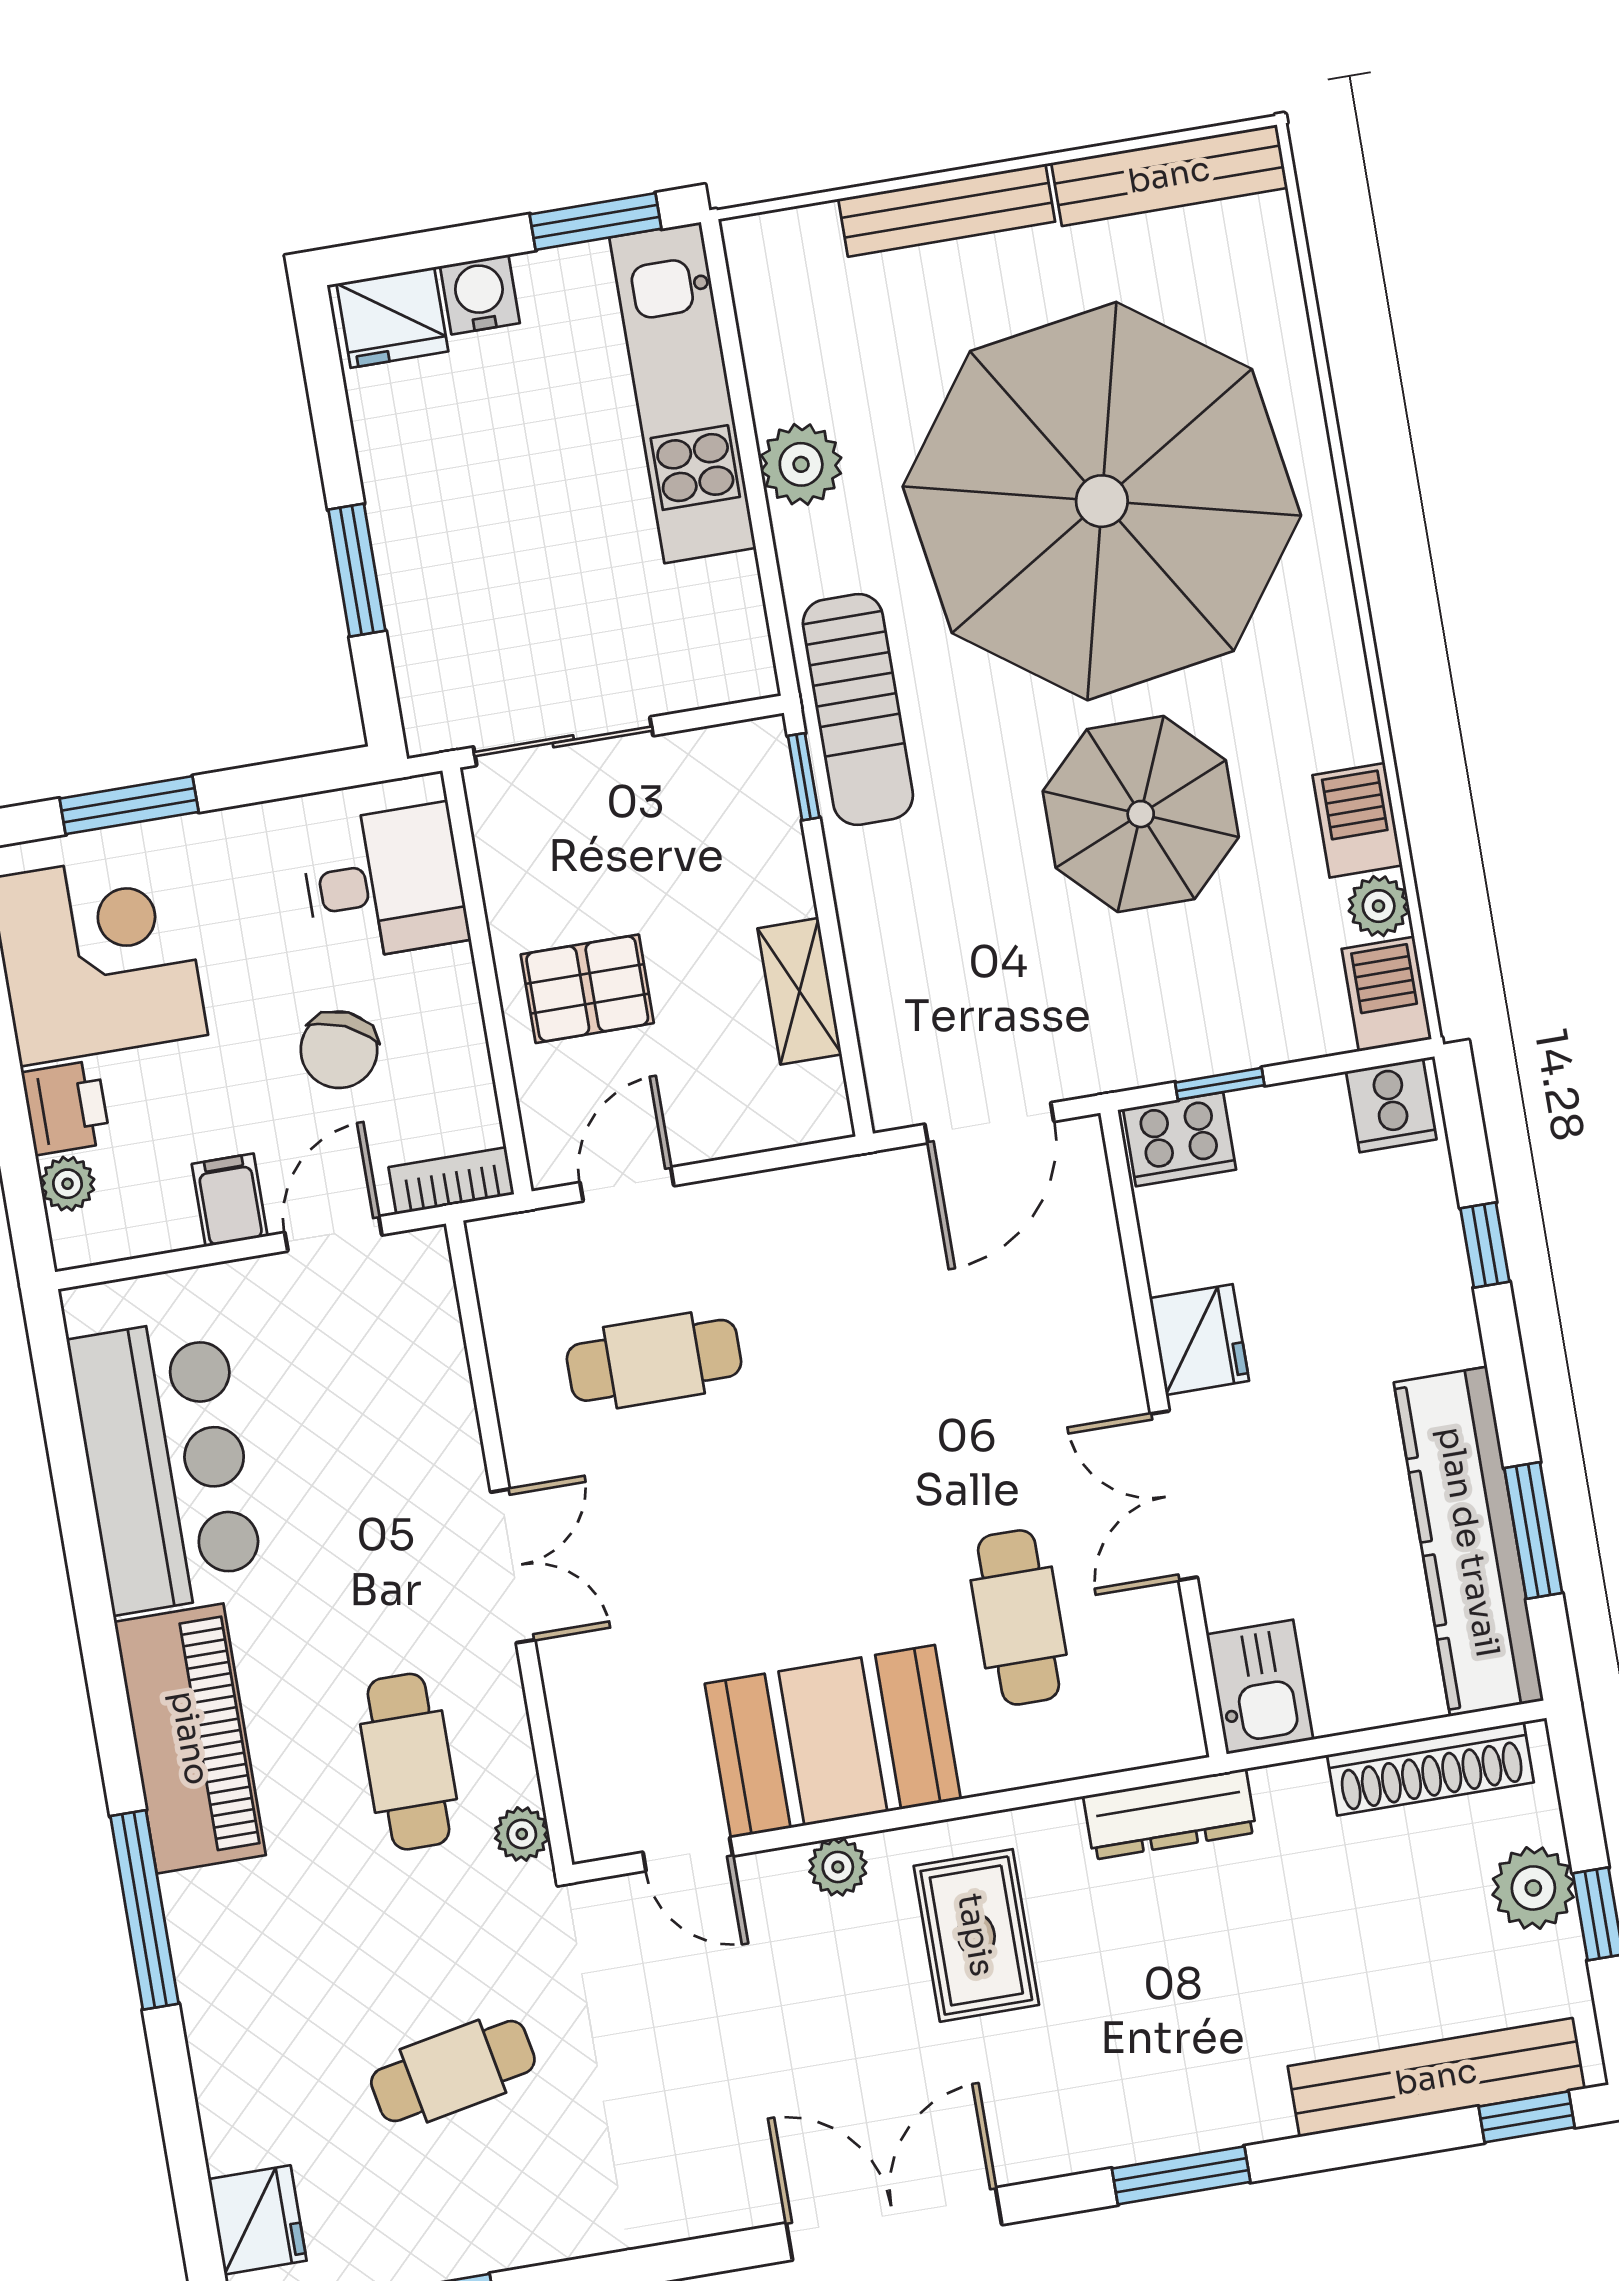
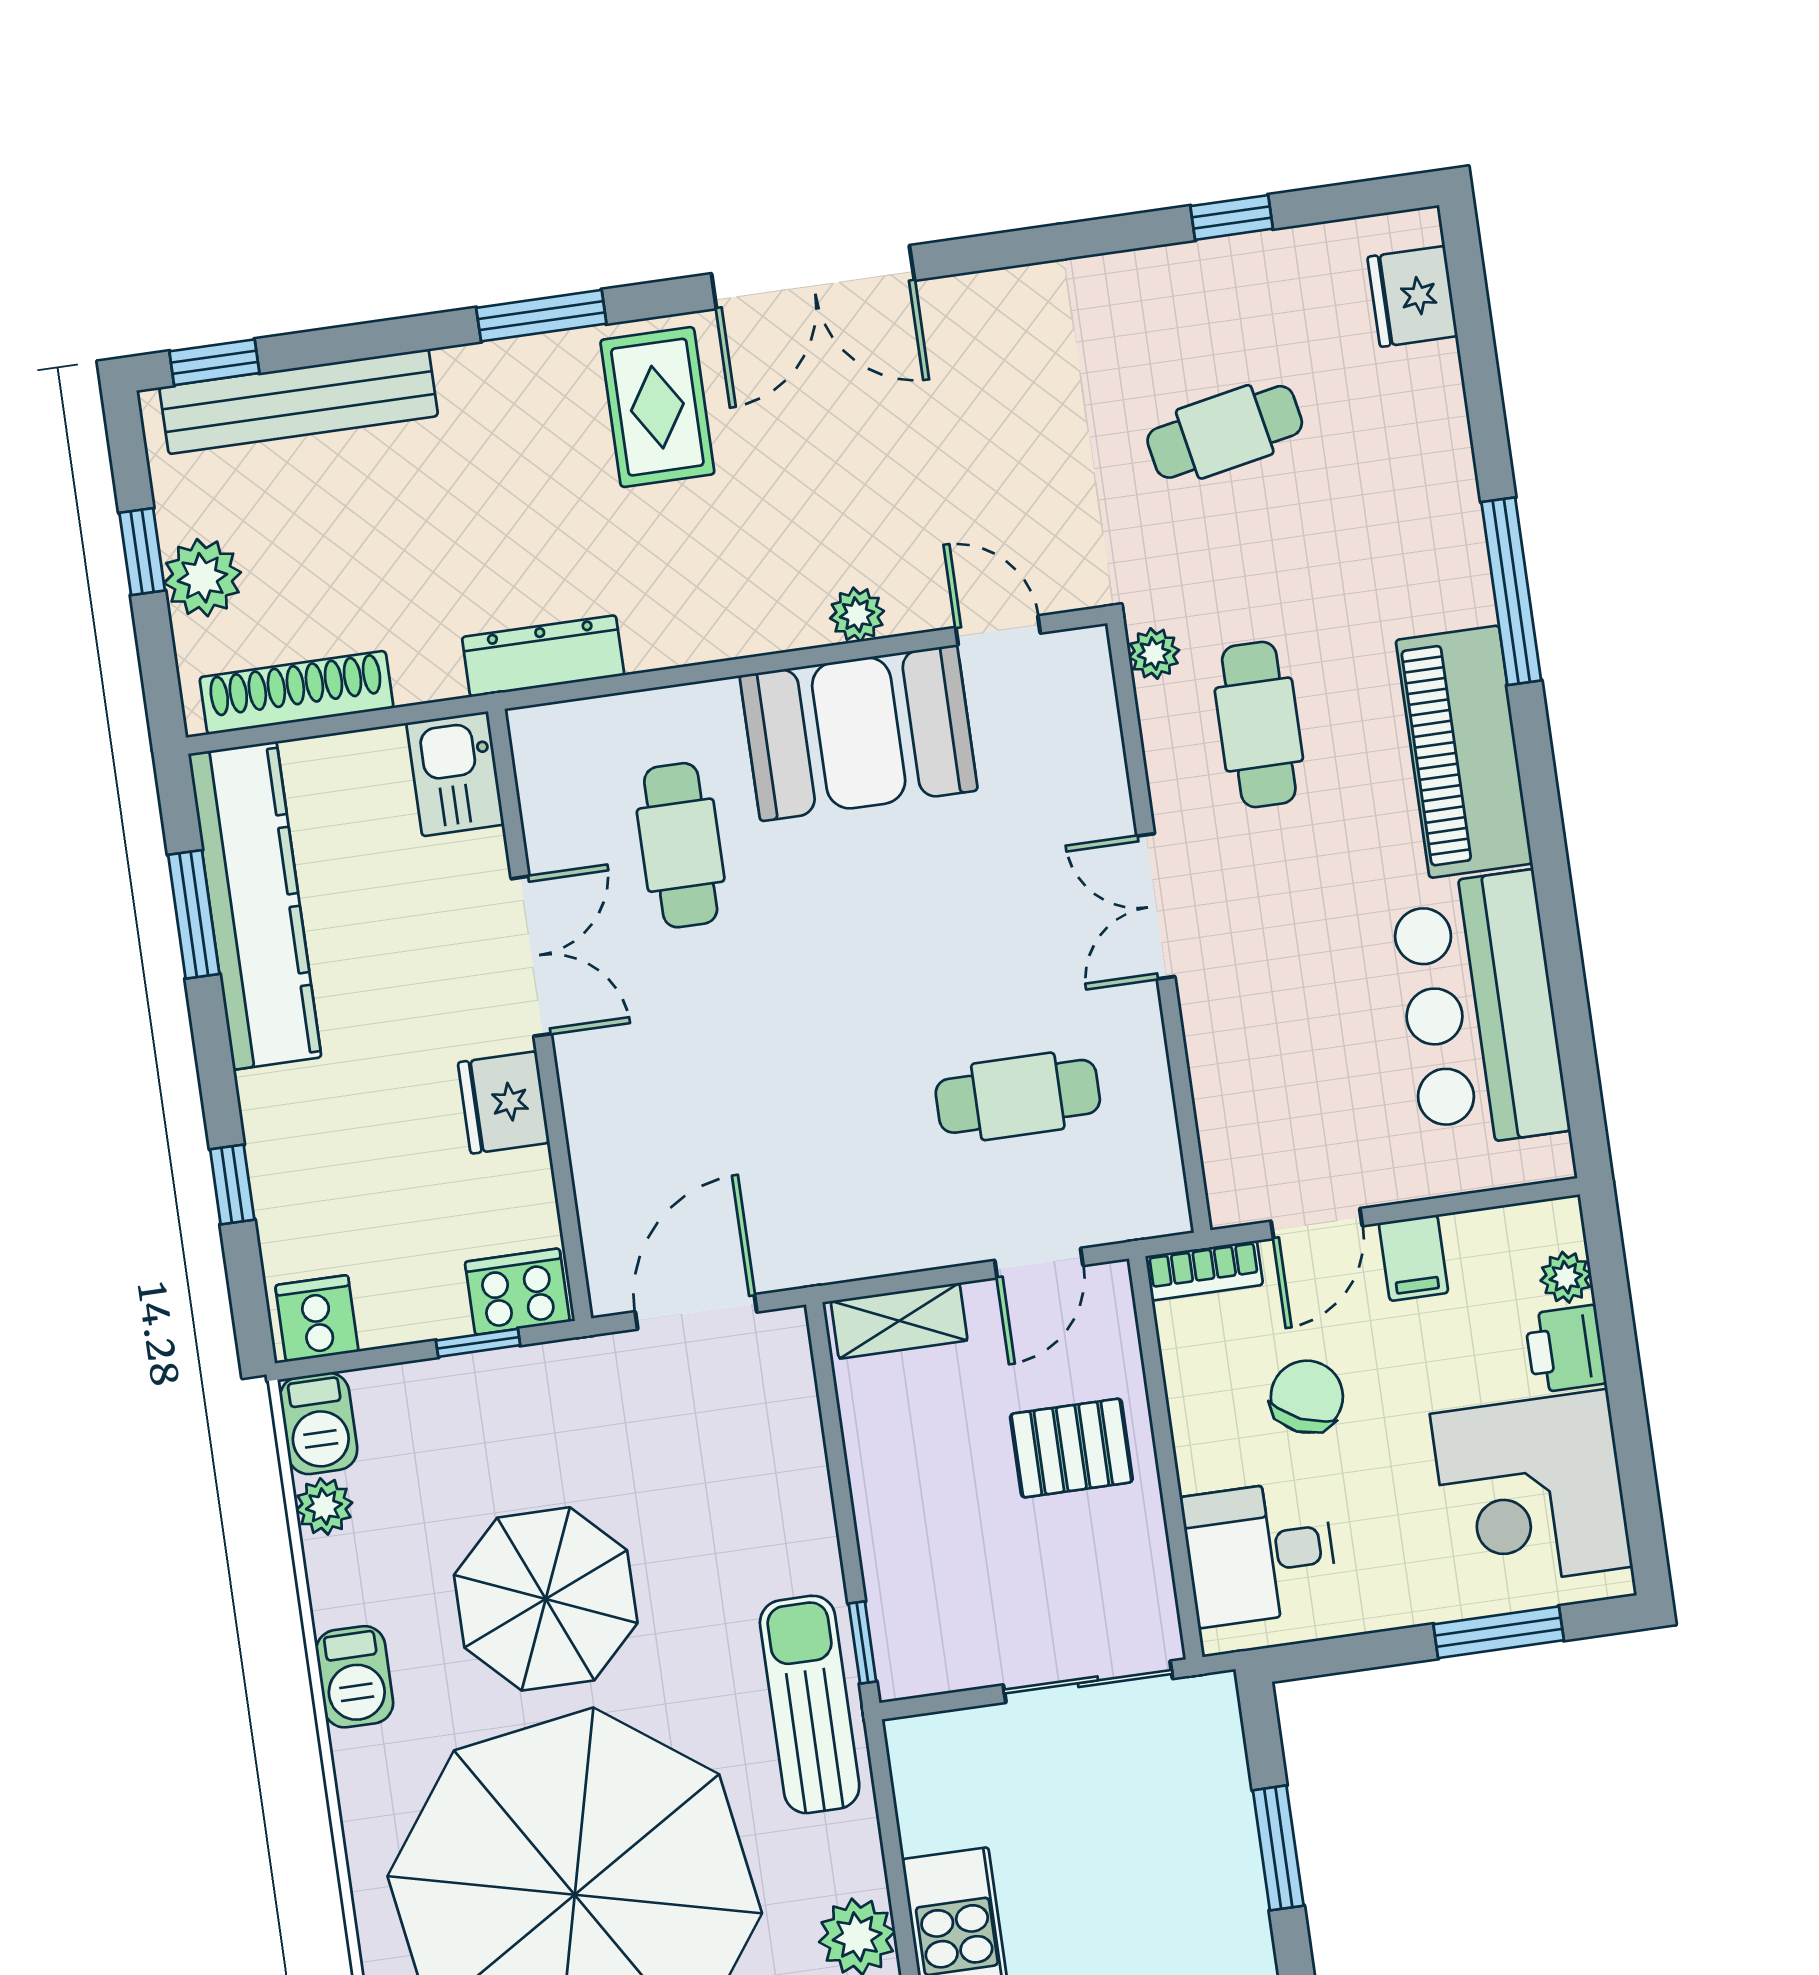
barbecue: (1357, 820) -> (355, 1677), moved
shelving: (800, 991) -> (899, 1321), moved, turned 90
rug: (976, 1935) -> (657, 407), moved

